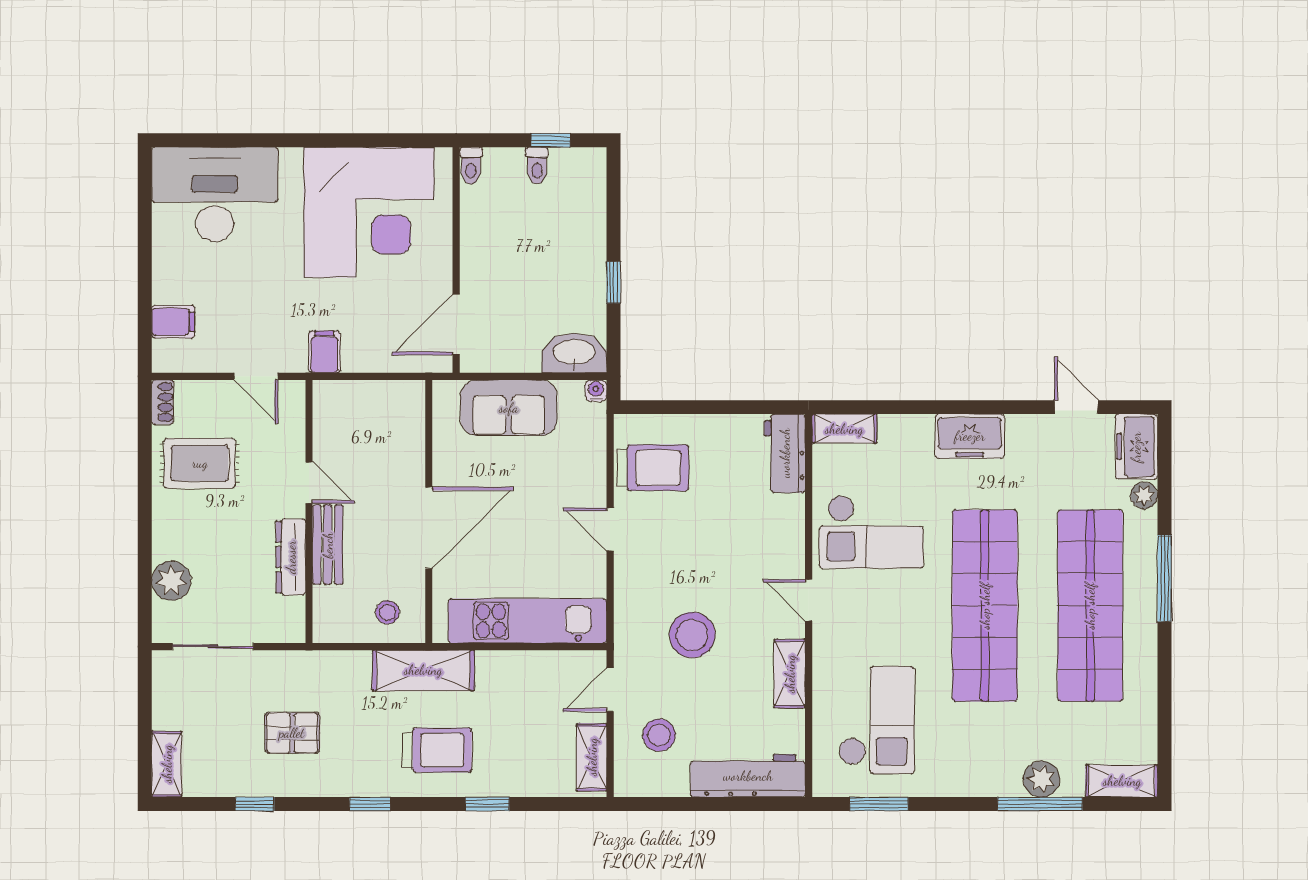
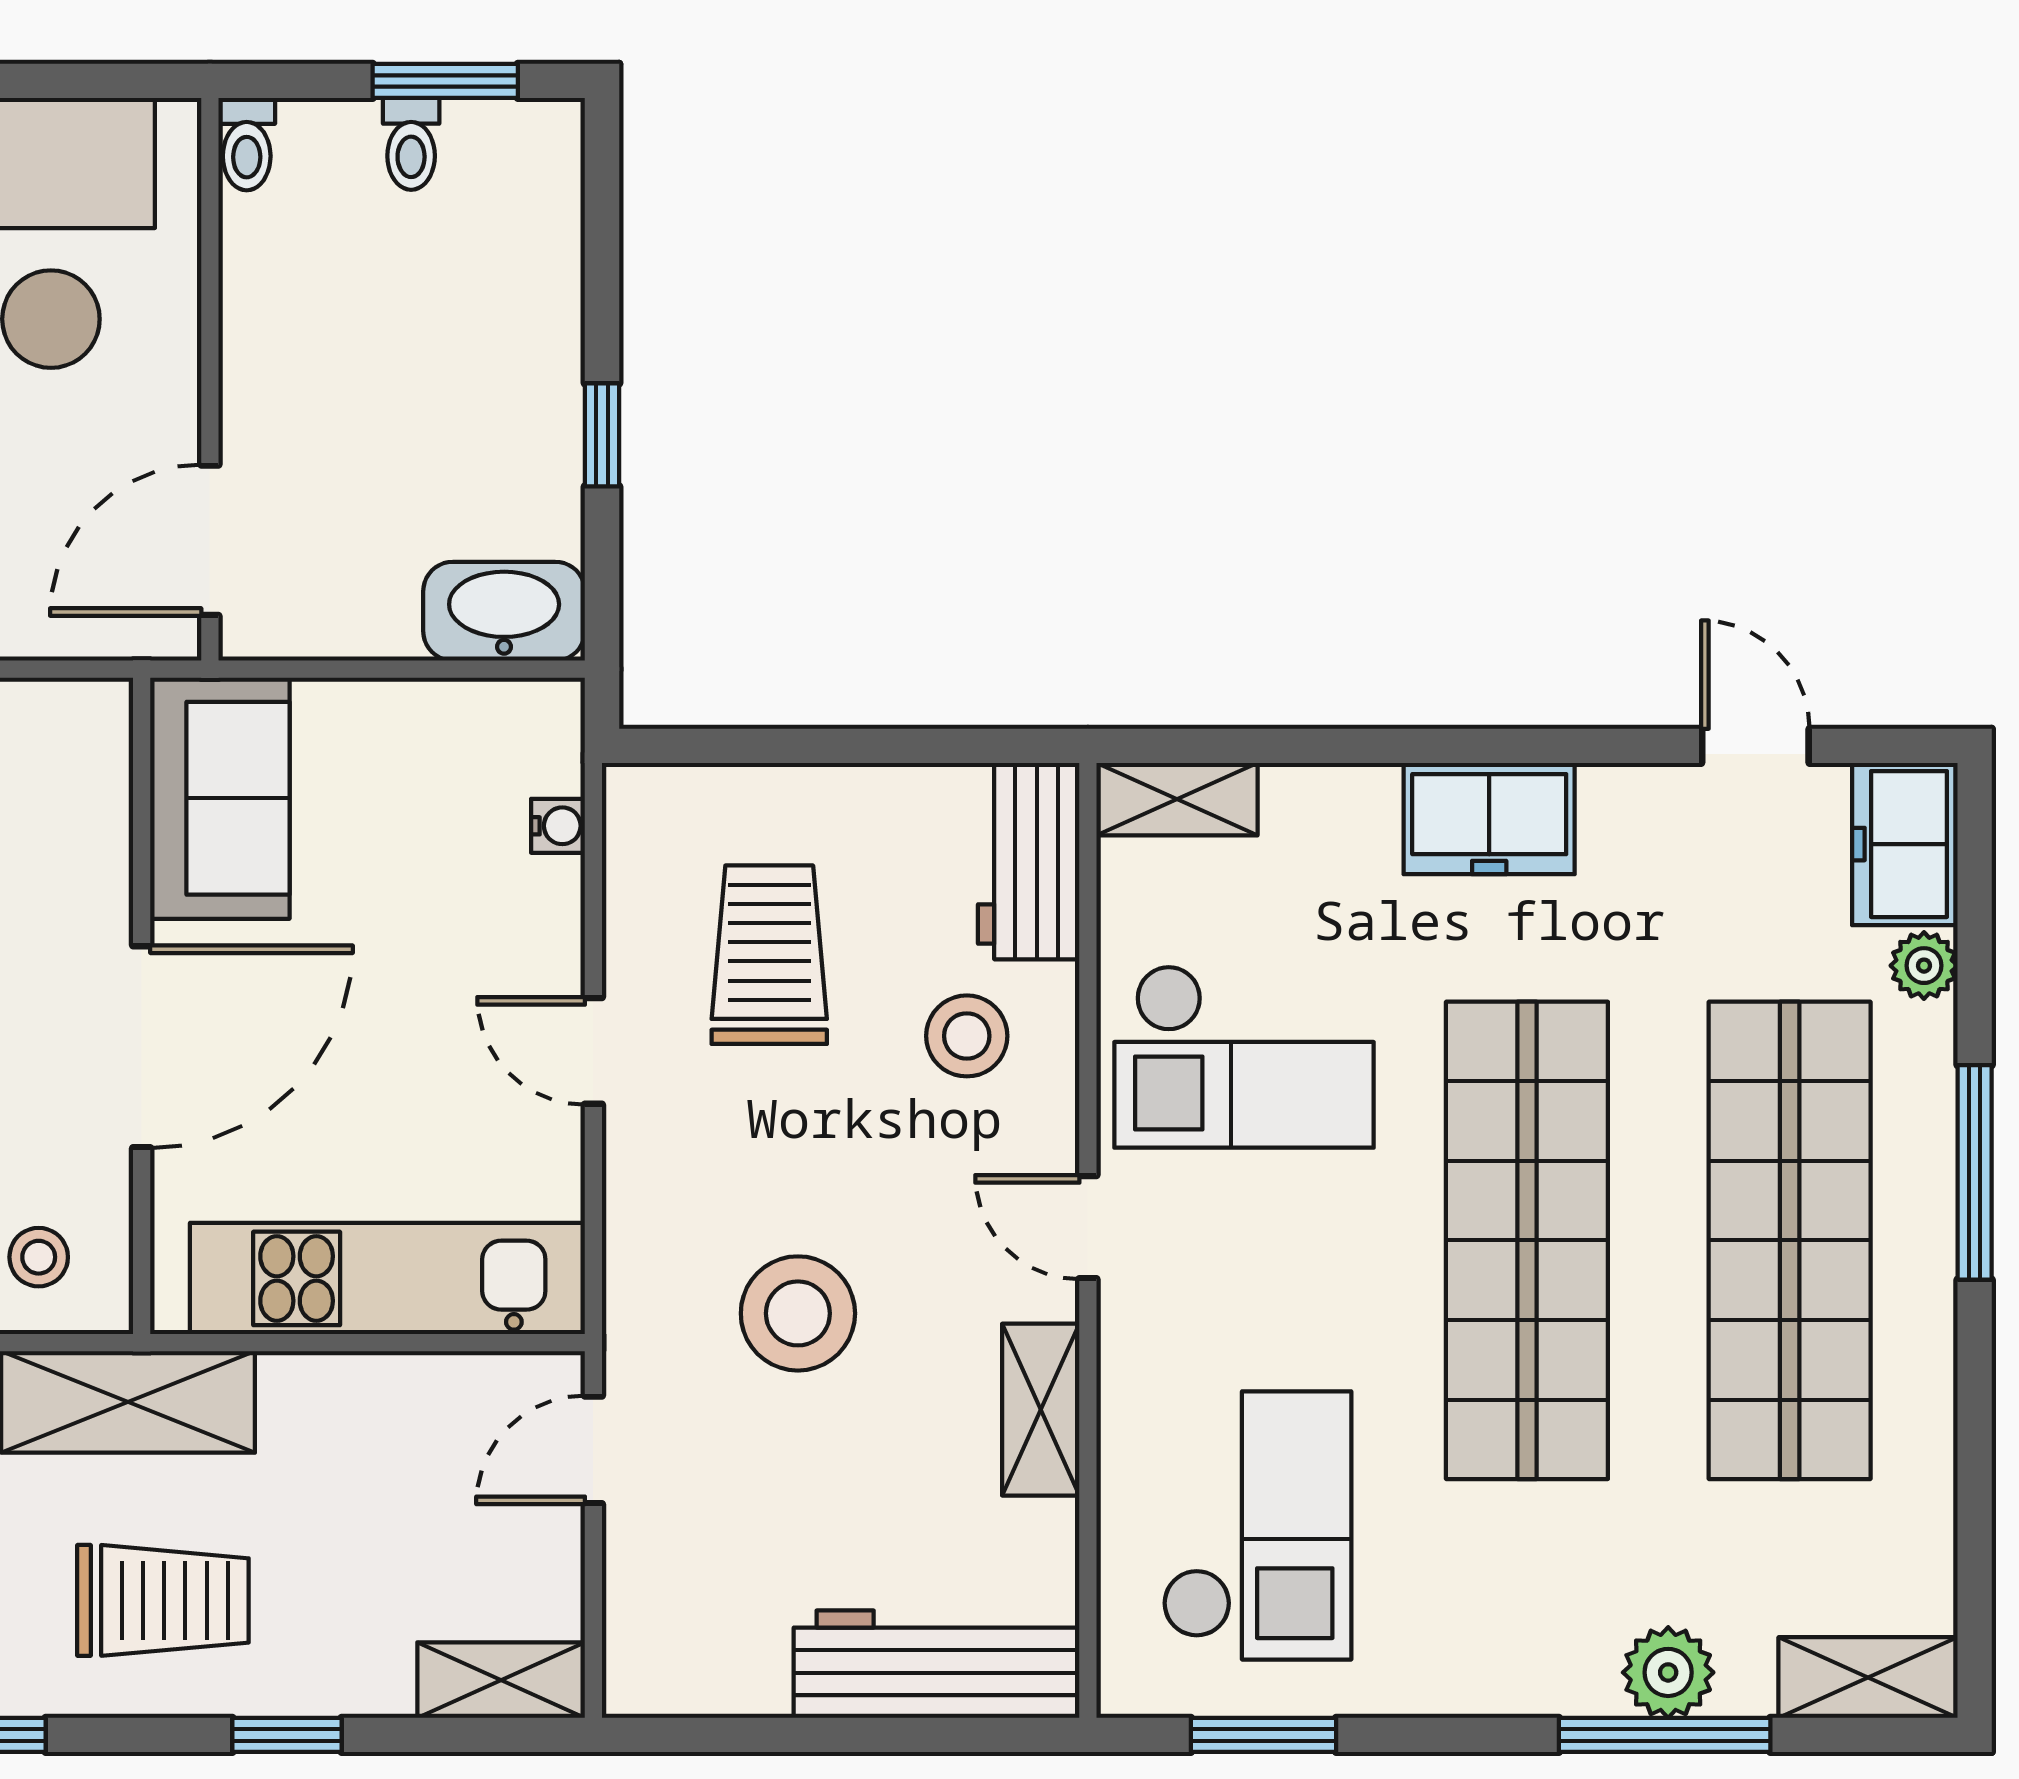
window: (551, 140) -> (445, 81), width x1.50
water cooler: (596, 391) -> (558, 826), moved, turned 90
sofa: (509, 408) -> (220, 798), moved, turned -90
trolley: (653, 468) -> (769, 955), moved, turned -90
stool: (659, 735) -> (967, 1036), moved
shelving: (592, 757) -> (501, 1680), moved, turned 90

